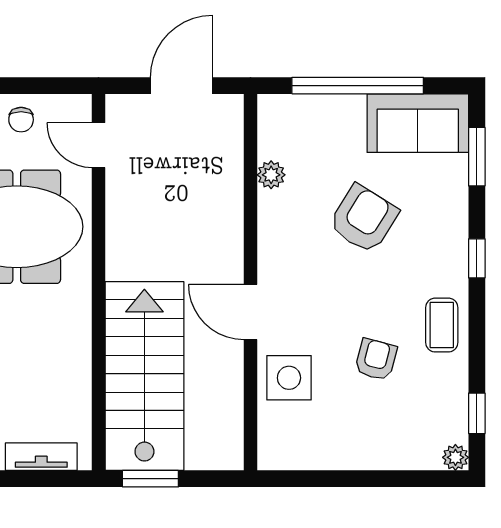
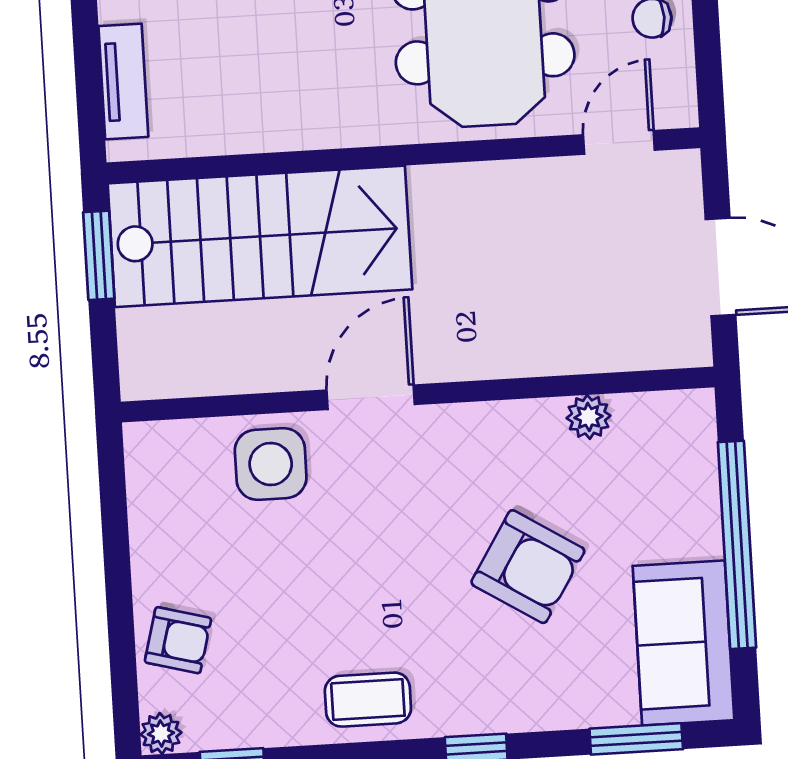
armchair: (376, 359) -> (178, 640), moved

